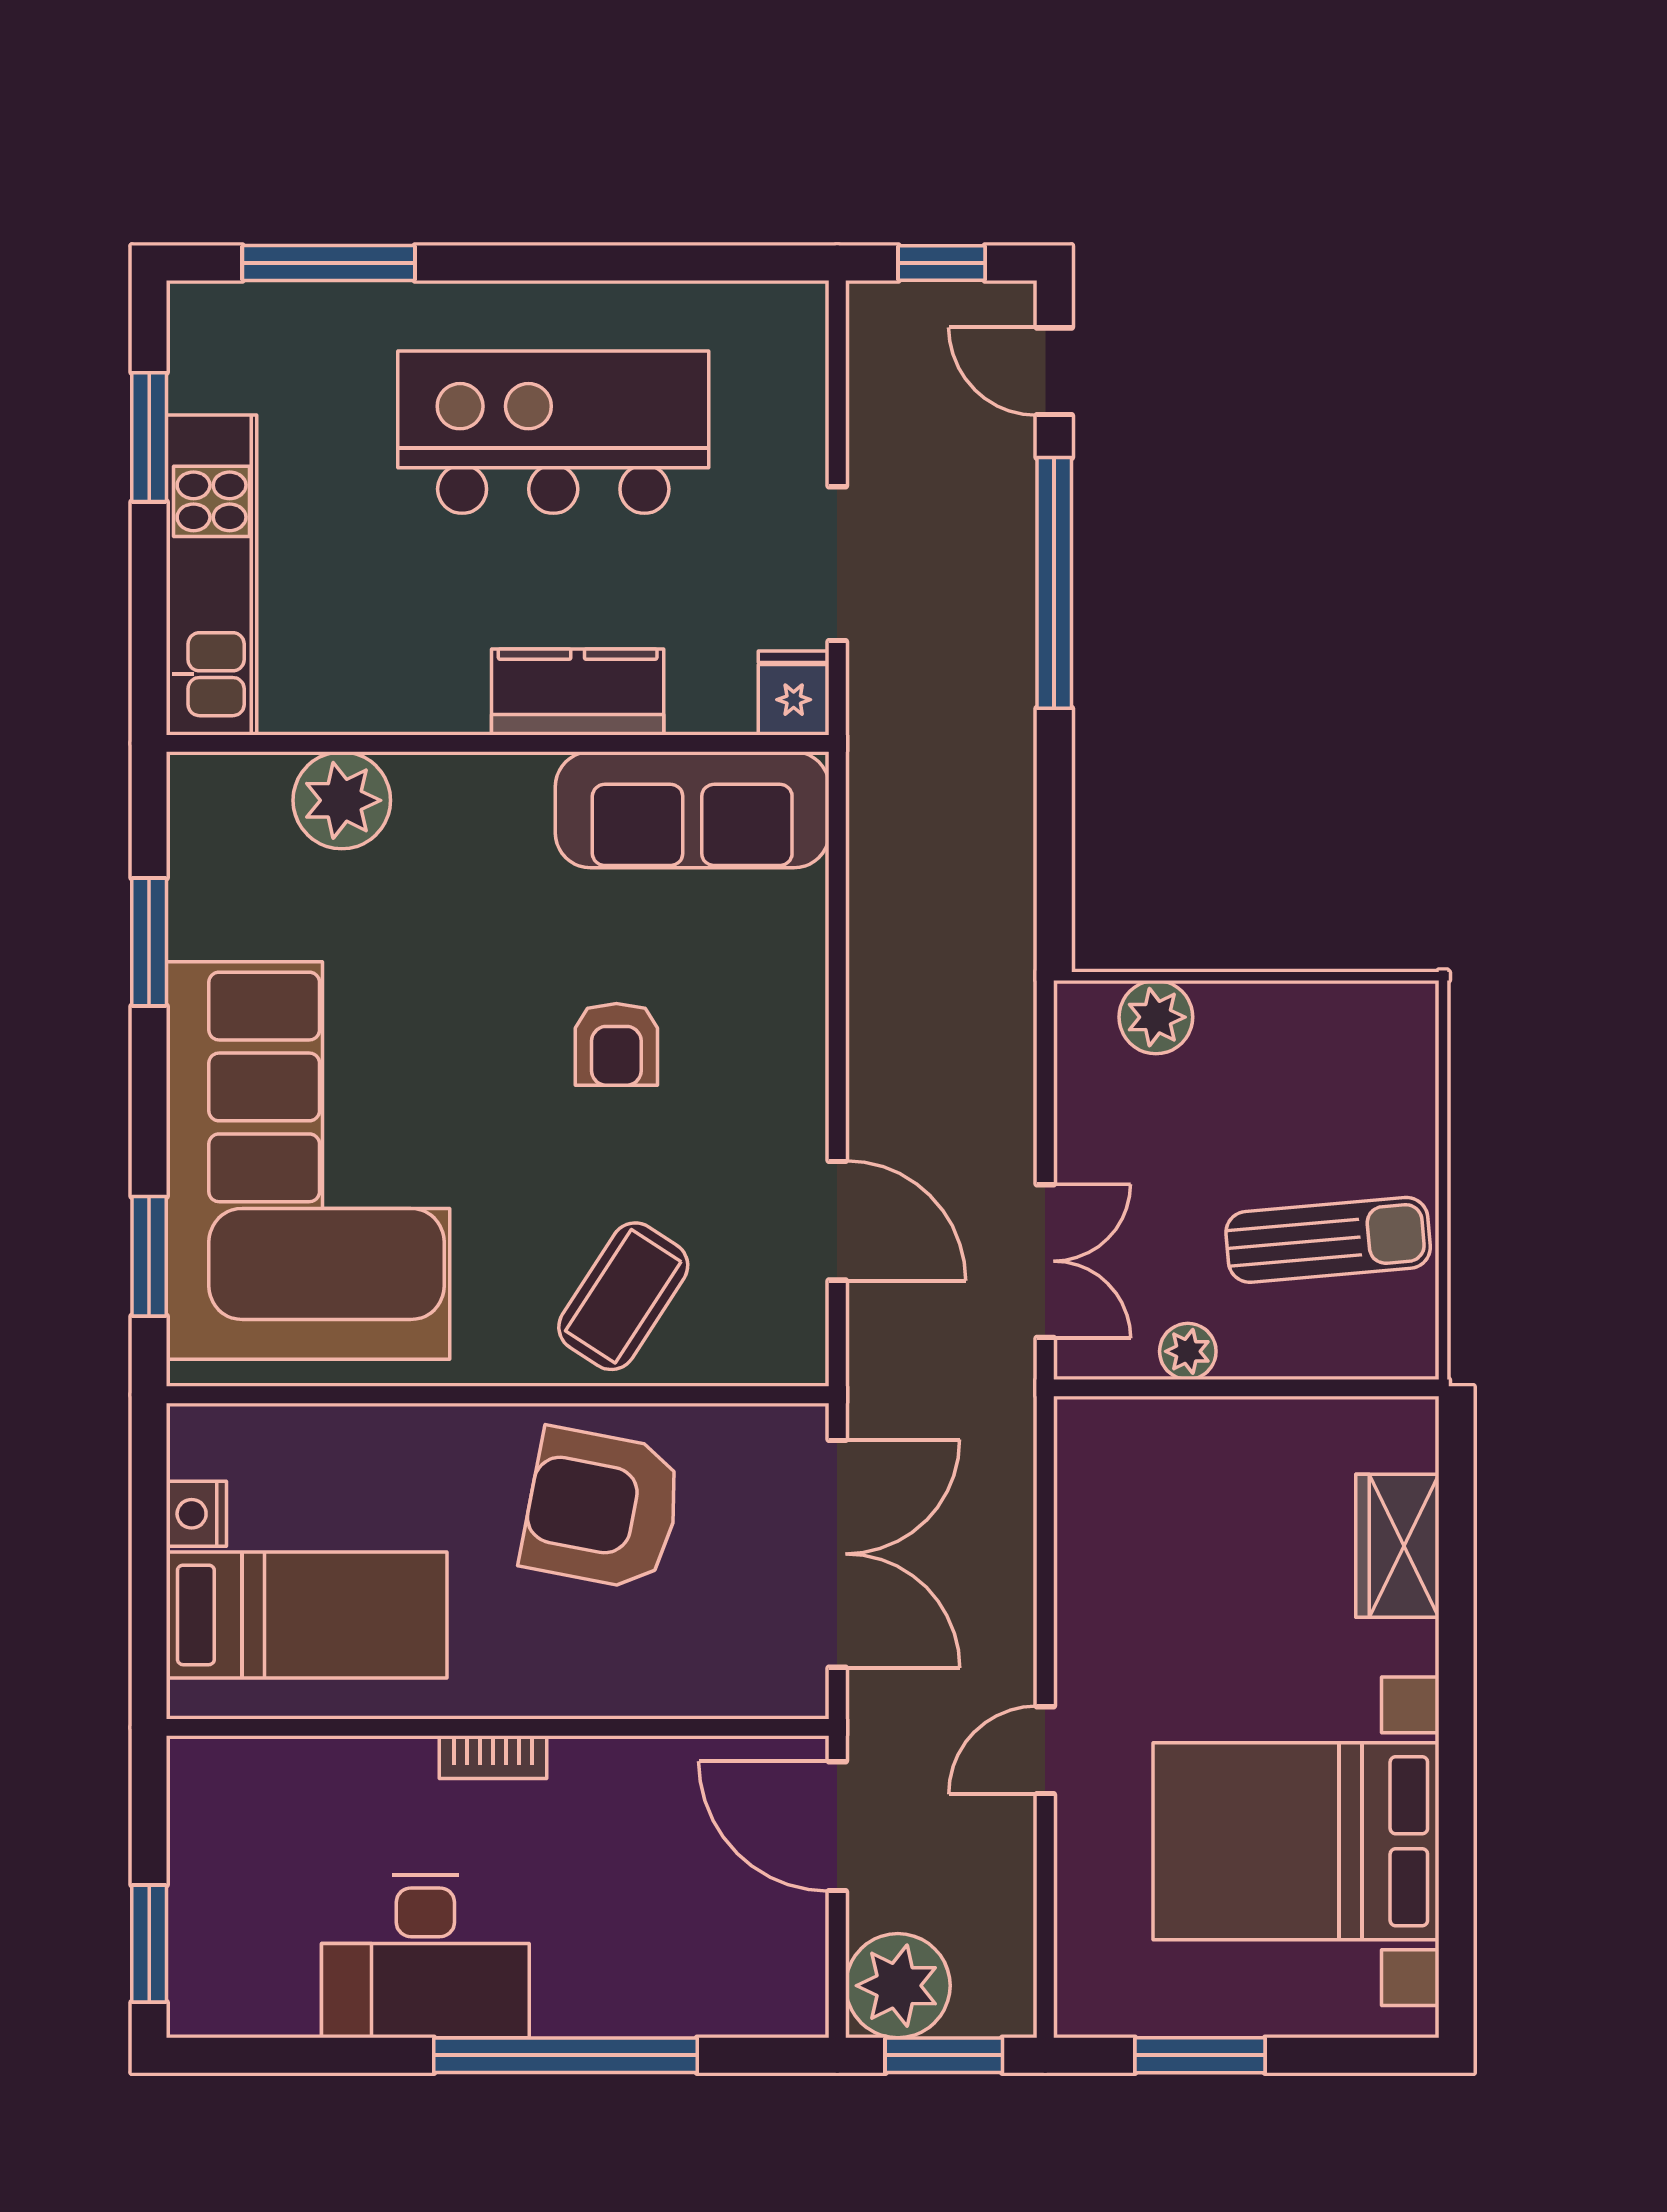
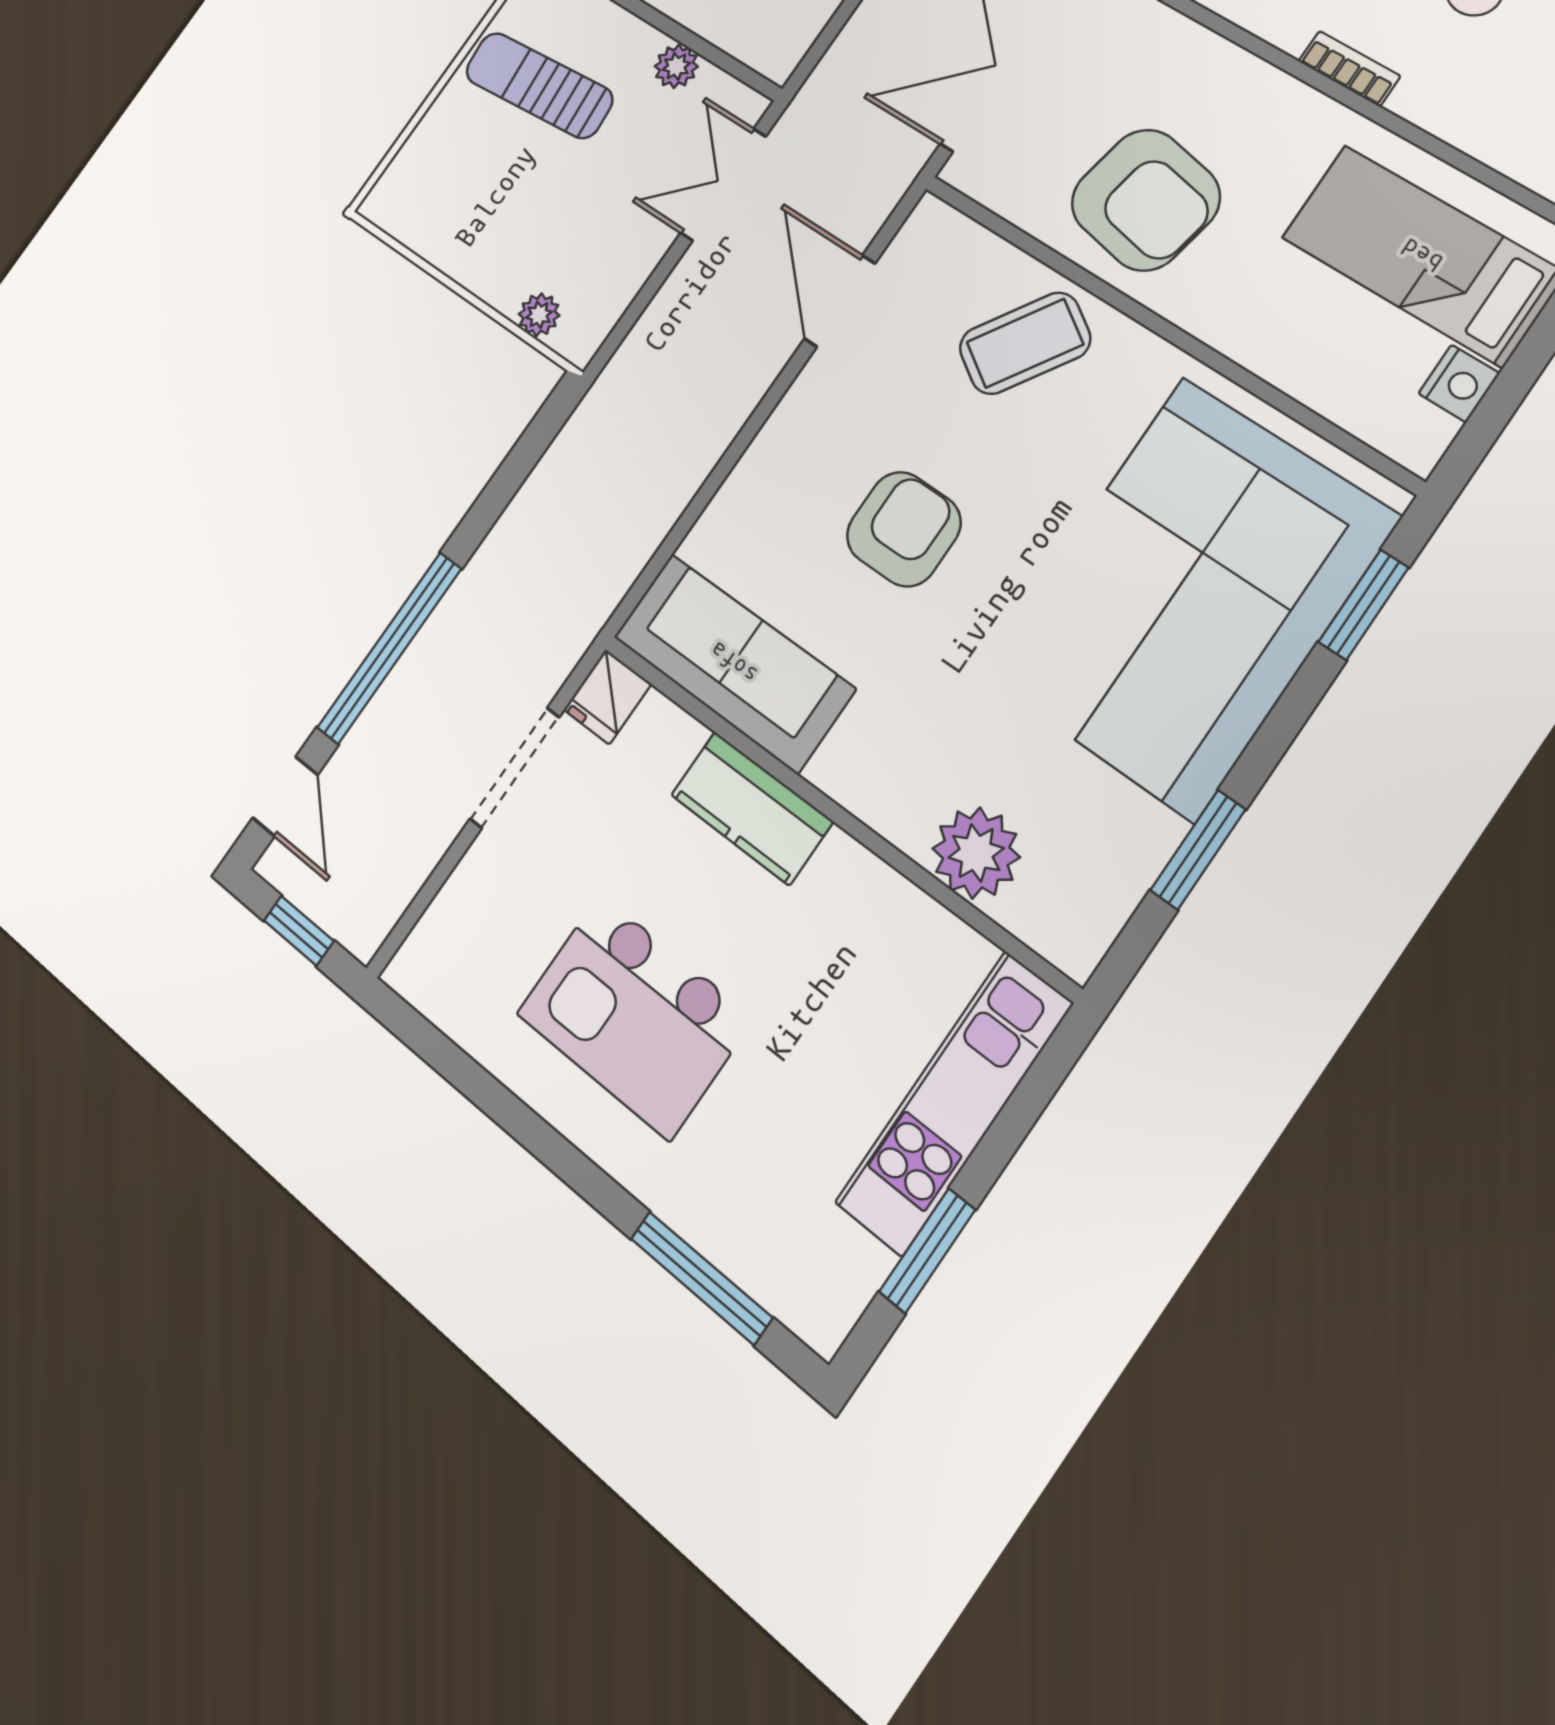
kitchen island: (553, 432) -> (634, 1016), width x0.73
plant: (1156, 1017) -> (539, 315), width x0.73, depth x0.73
armchair: (616, 1044) -> (904, 529), width x1.38, depth x1.38

